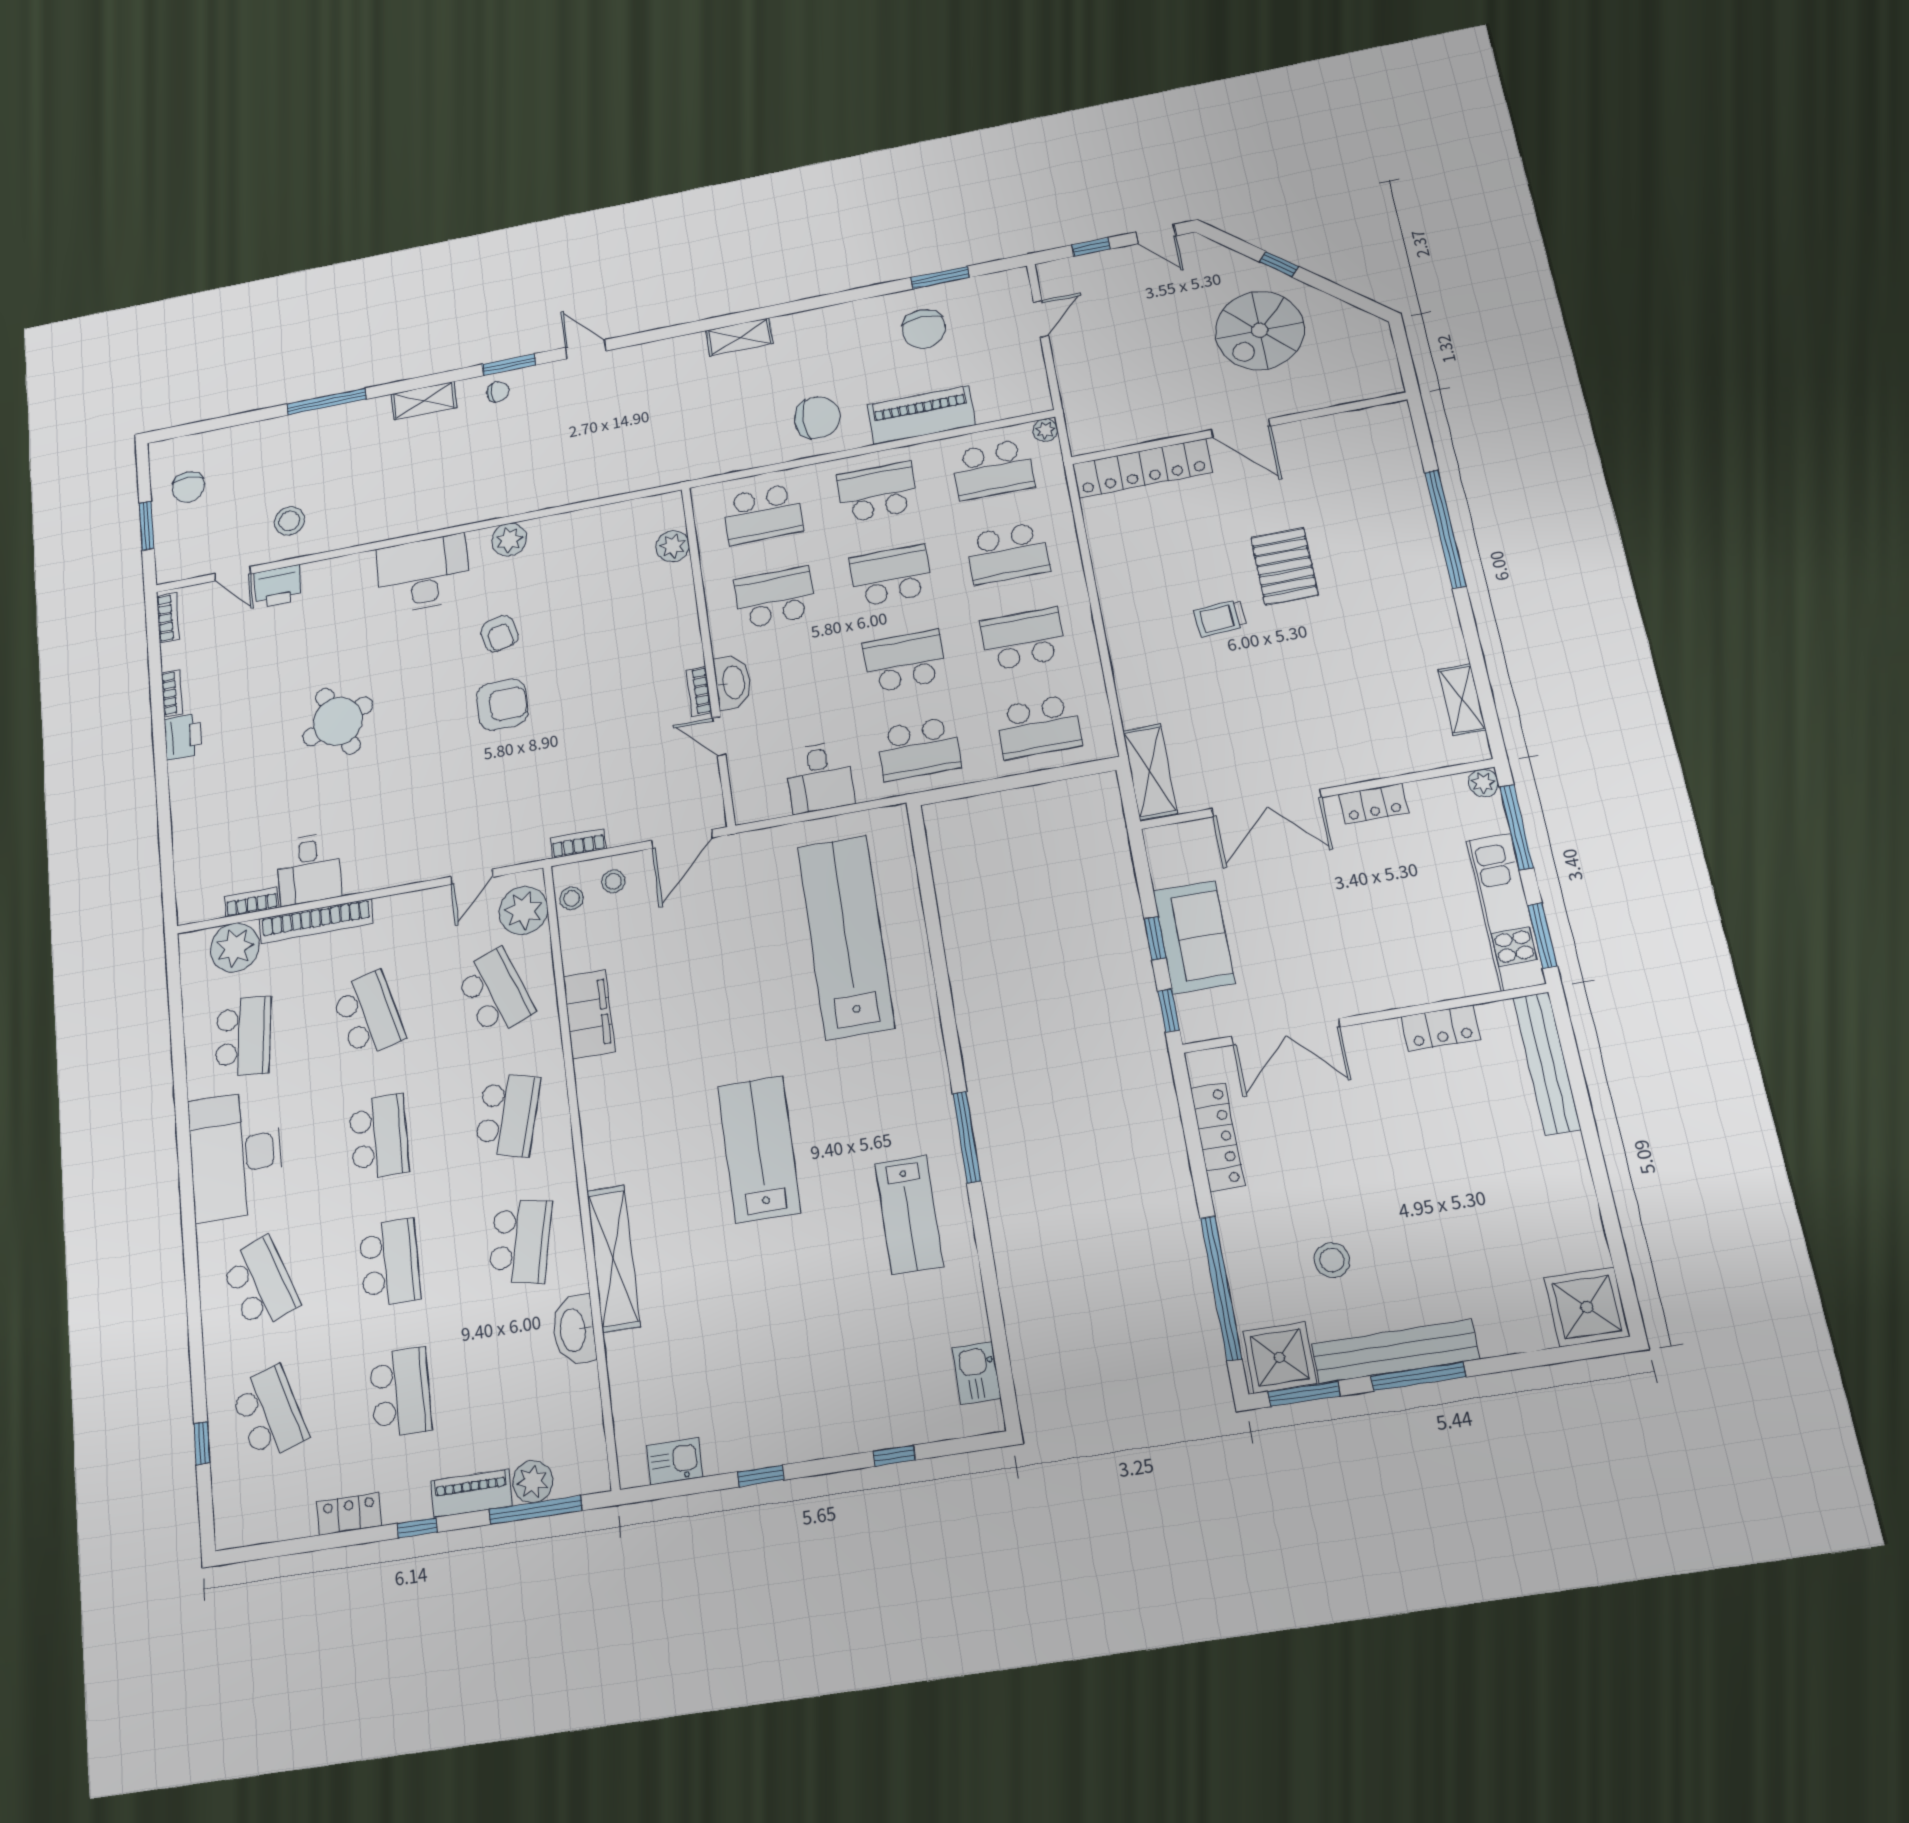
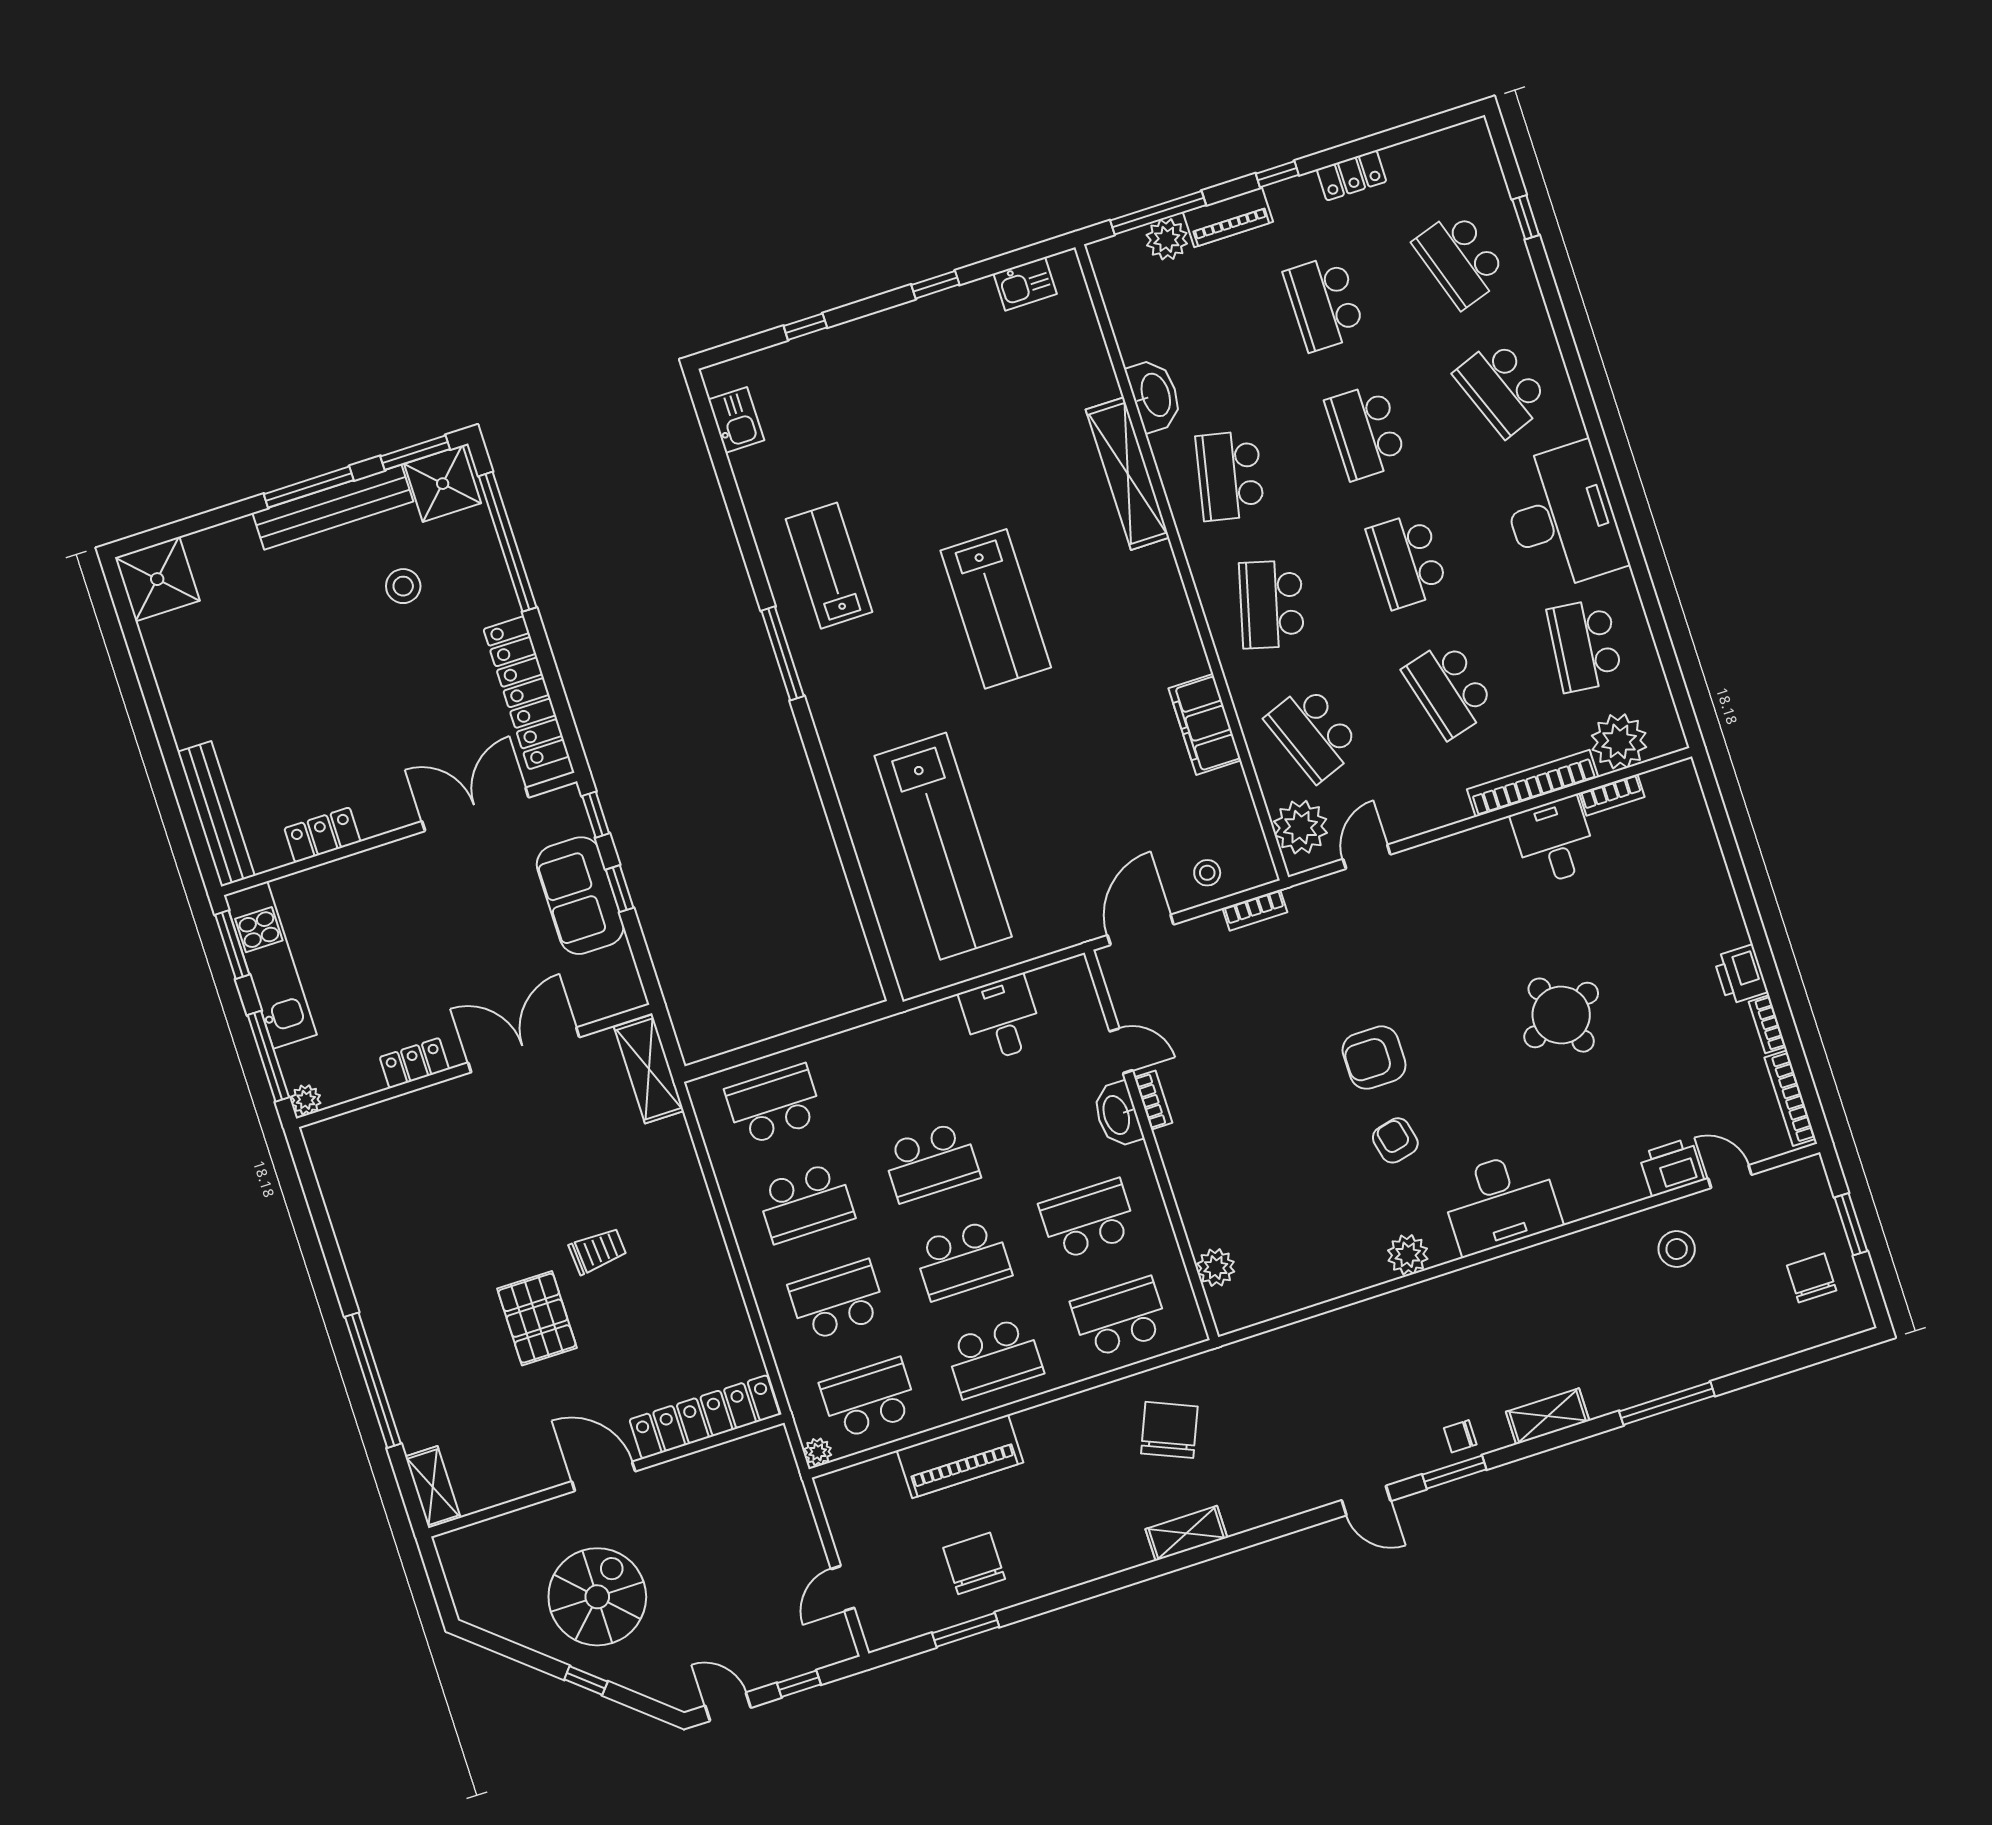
chair: (817, 418) -> (1169, 1430), moved, turned 113
school desk: (775, 598) -> (1088, 1219), turned 180
bookcase: (168, 618) -> (1790, 1098), width x1.56
shelving: (1462, 700) -> (433, 1487), moved
school desk: (919, 749) -> (899, 1064), removed
stool: (572, 898) -> (1250, 848), removed
locker: (1217, 1137) -> (526, 693), width x1.41, depth x1.21

